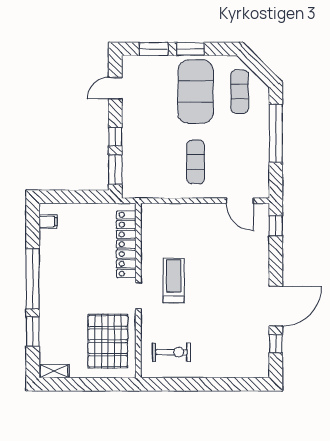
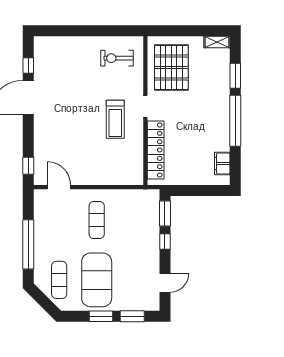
filing cabinet: (48, 222) -> (222, 164), width x2.00

